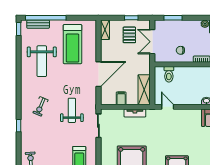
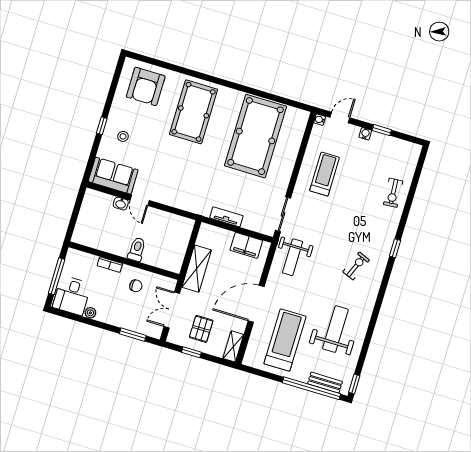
double door: (152, 42) -> (172, 310), swing flipped
door: (98, 74) -> (256, 304), moved
toilet: (169, 74) -> (137, 249), moved
shelving: (144, 90) -> (197, 269), moved
filing cabinet: (121, 98) -> (246, 245), width x2.00
door: (168, 107) -> (140, 200), moved
weight bench: (72, 110) -> (293, 257), moved

